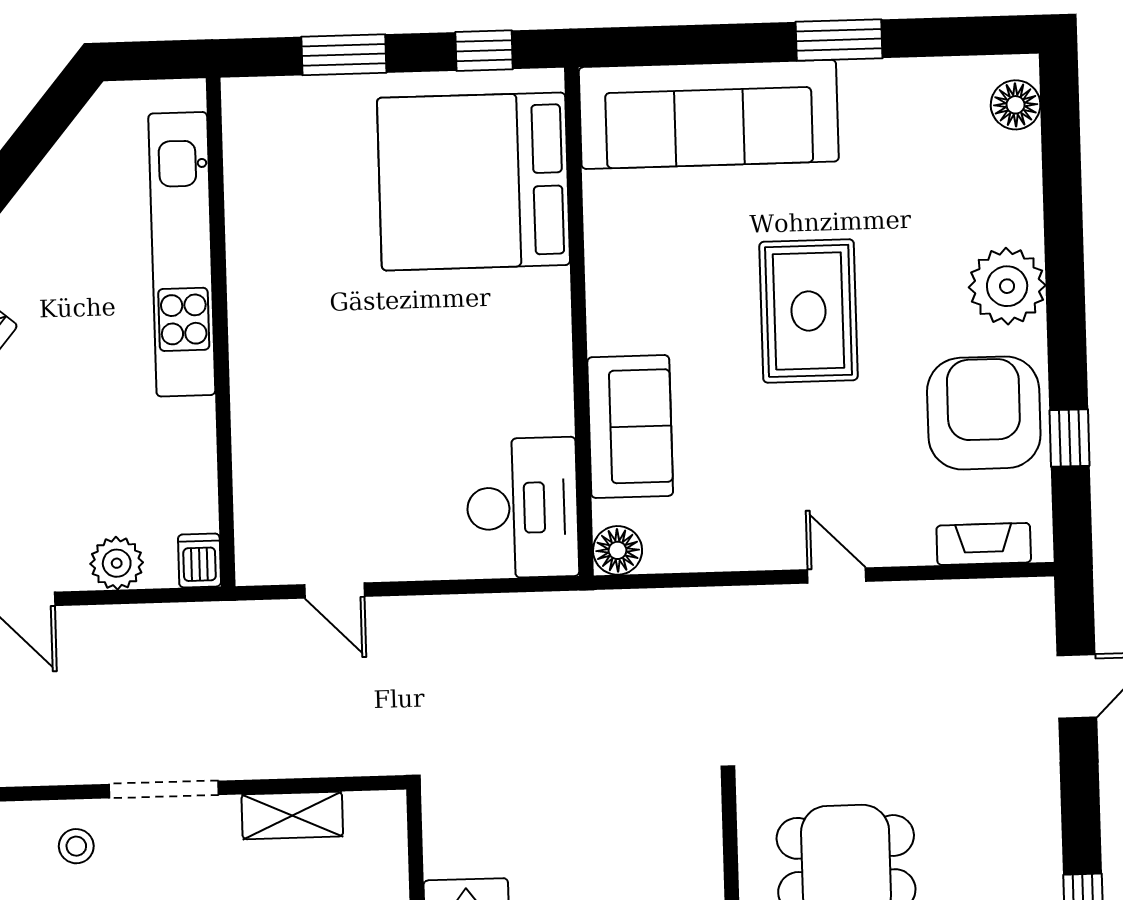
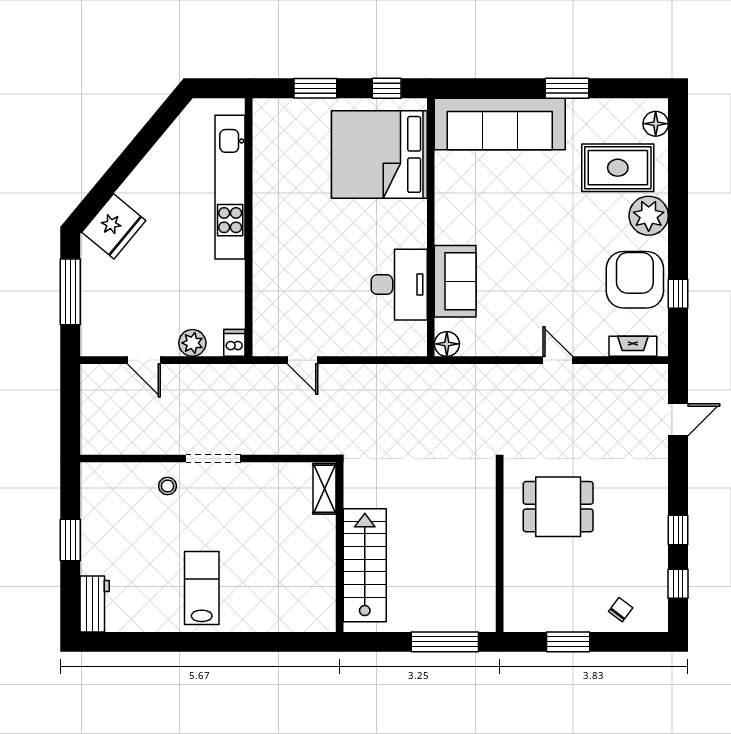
rug: (809, 311) -> (618, 168), moved, turned 90
desk: (522, 508) -> (399, 285), moved
shelving: (292, 815) -> (325, 489), moved, turned 90

